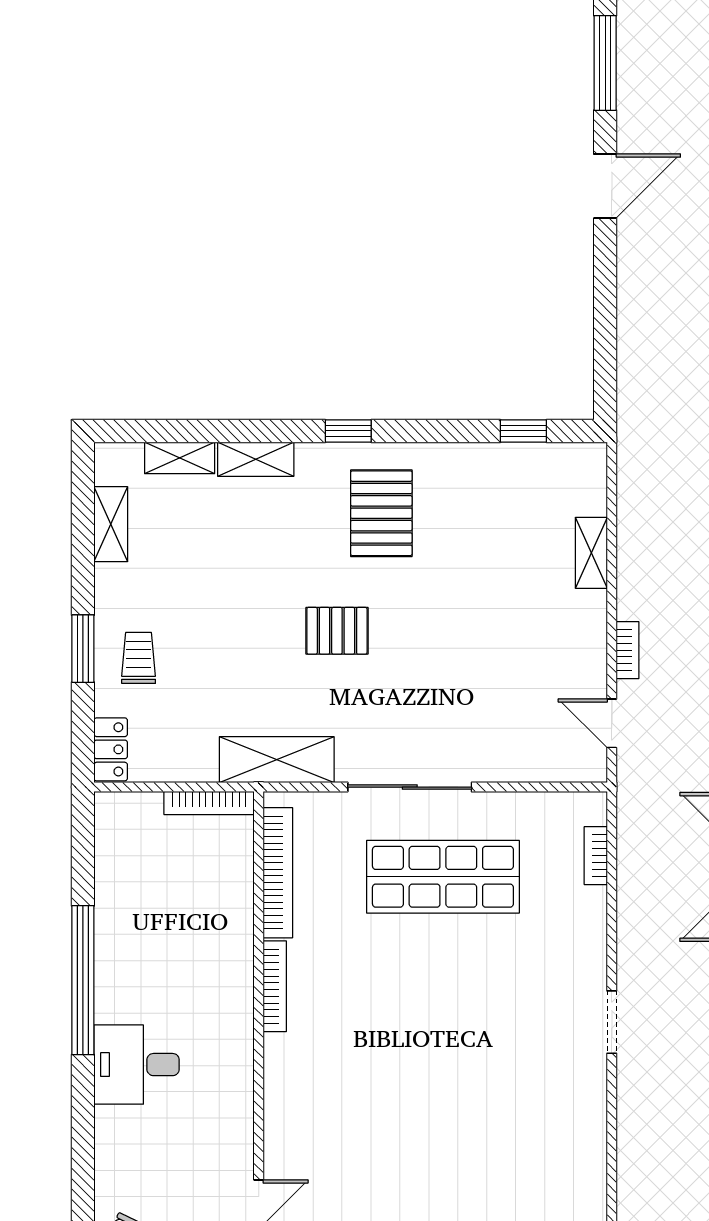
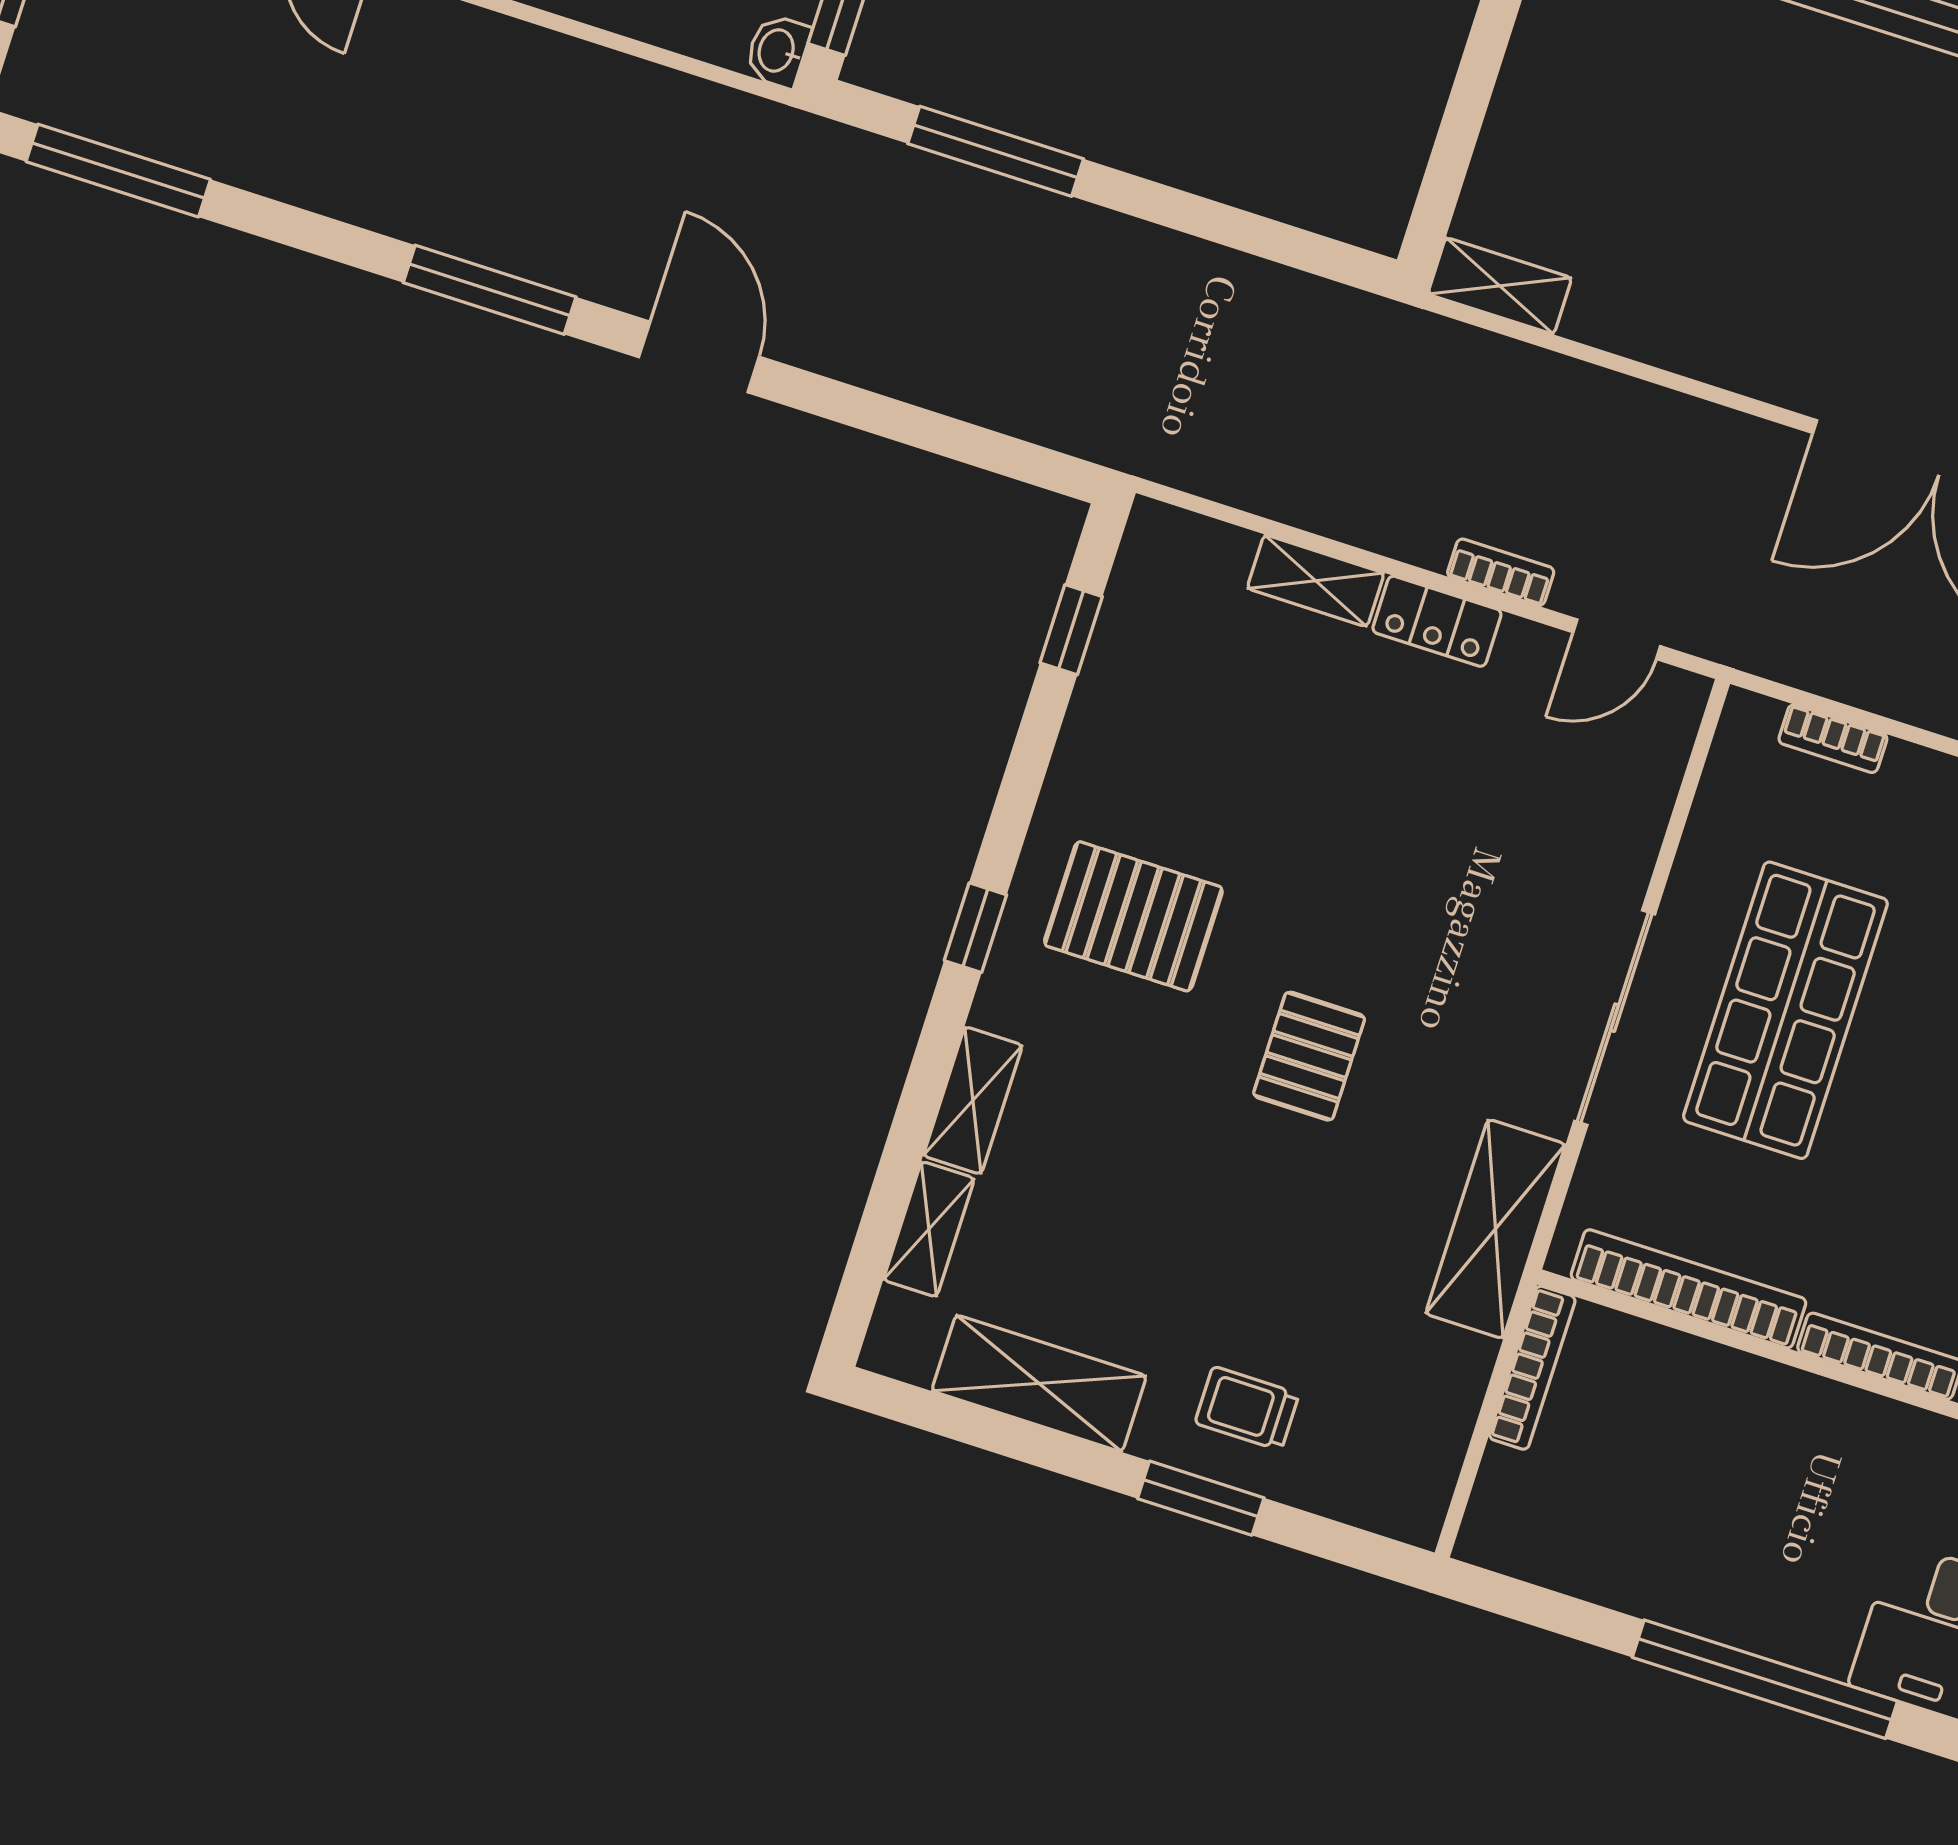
shelving: (111, 524) -> (1039, 1383), width x1.50, depth x1.33
locker: (111, 749) -> (1437, 621), moved, turned 180

